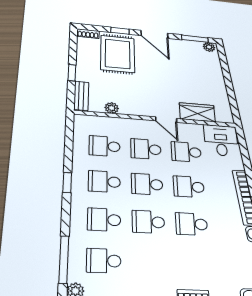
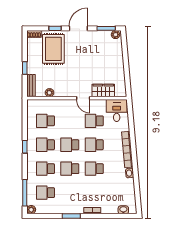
door: (154, 34) -> (78, 28), swing flipped
school desk: (146, 149) -> (70, 121), removed

